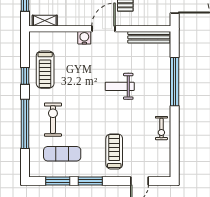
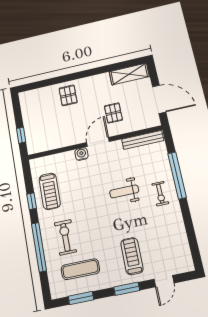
shelving: (45, 21) -> (42, 147), removed
exercise bike: (161, 128) -> (160, 194), moved
window: (90, 181) -> (127, 289), moved

